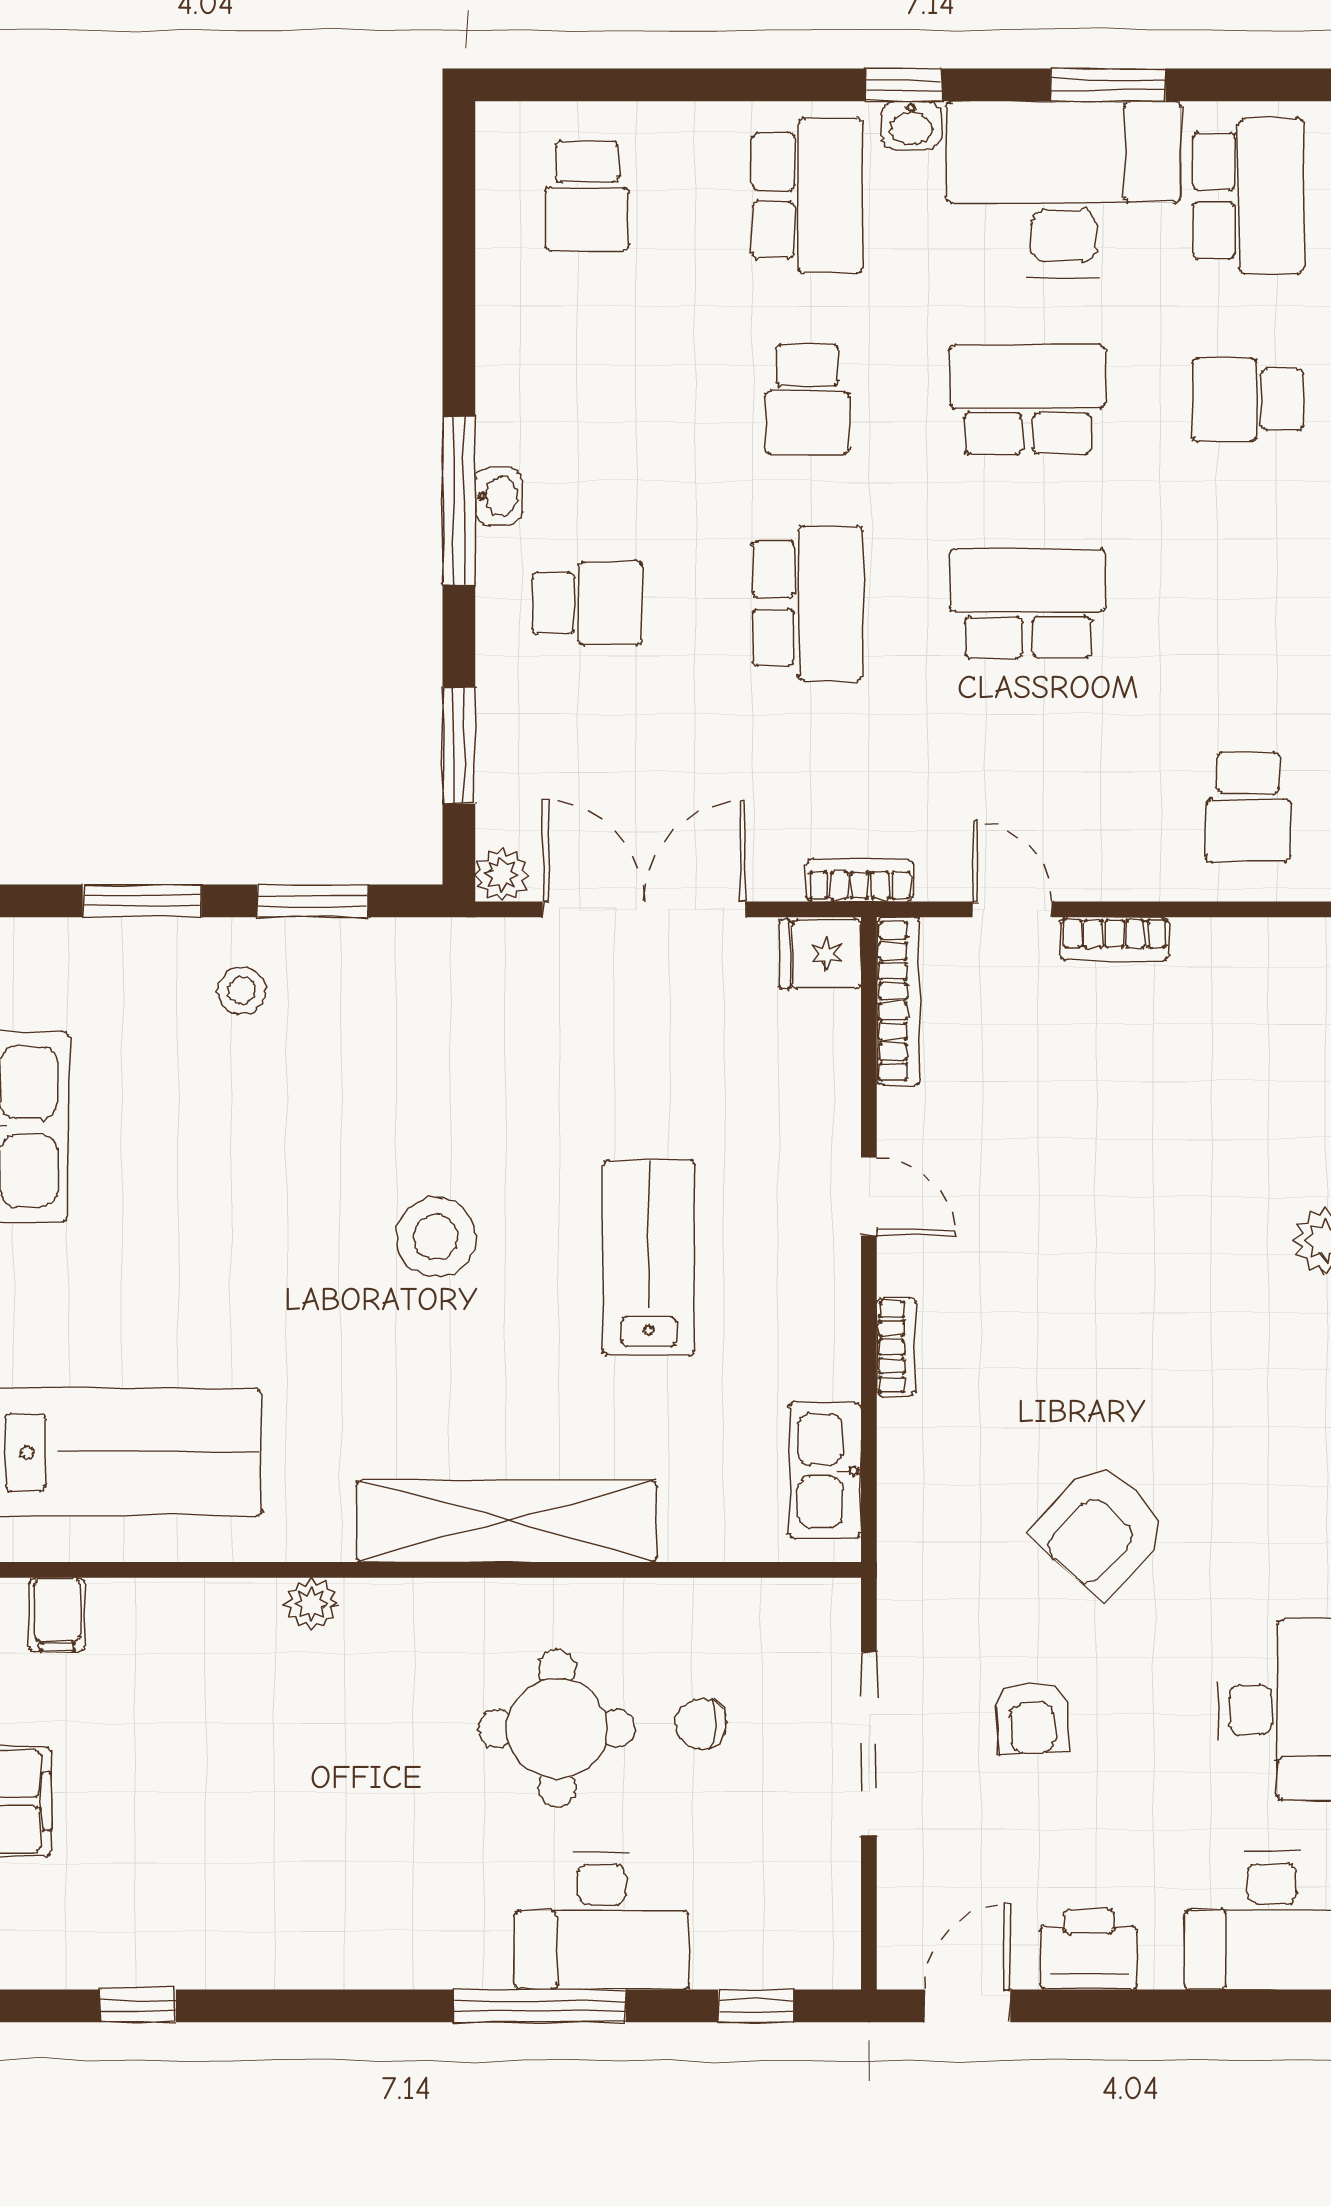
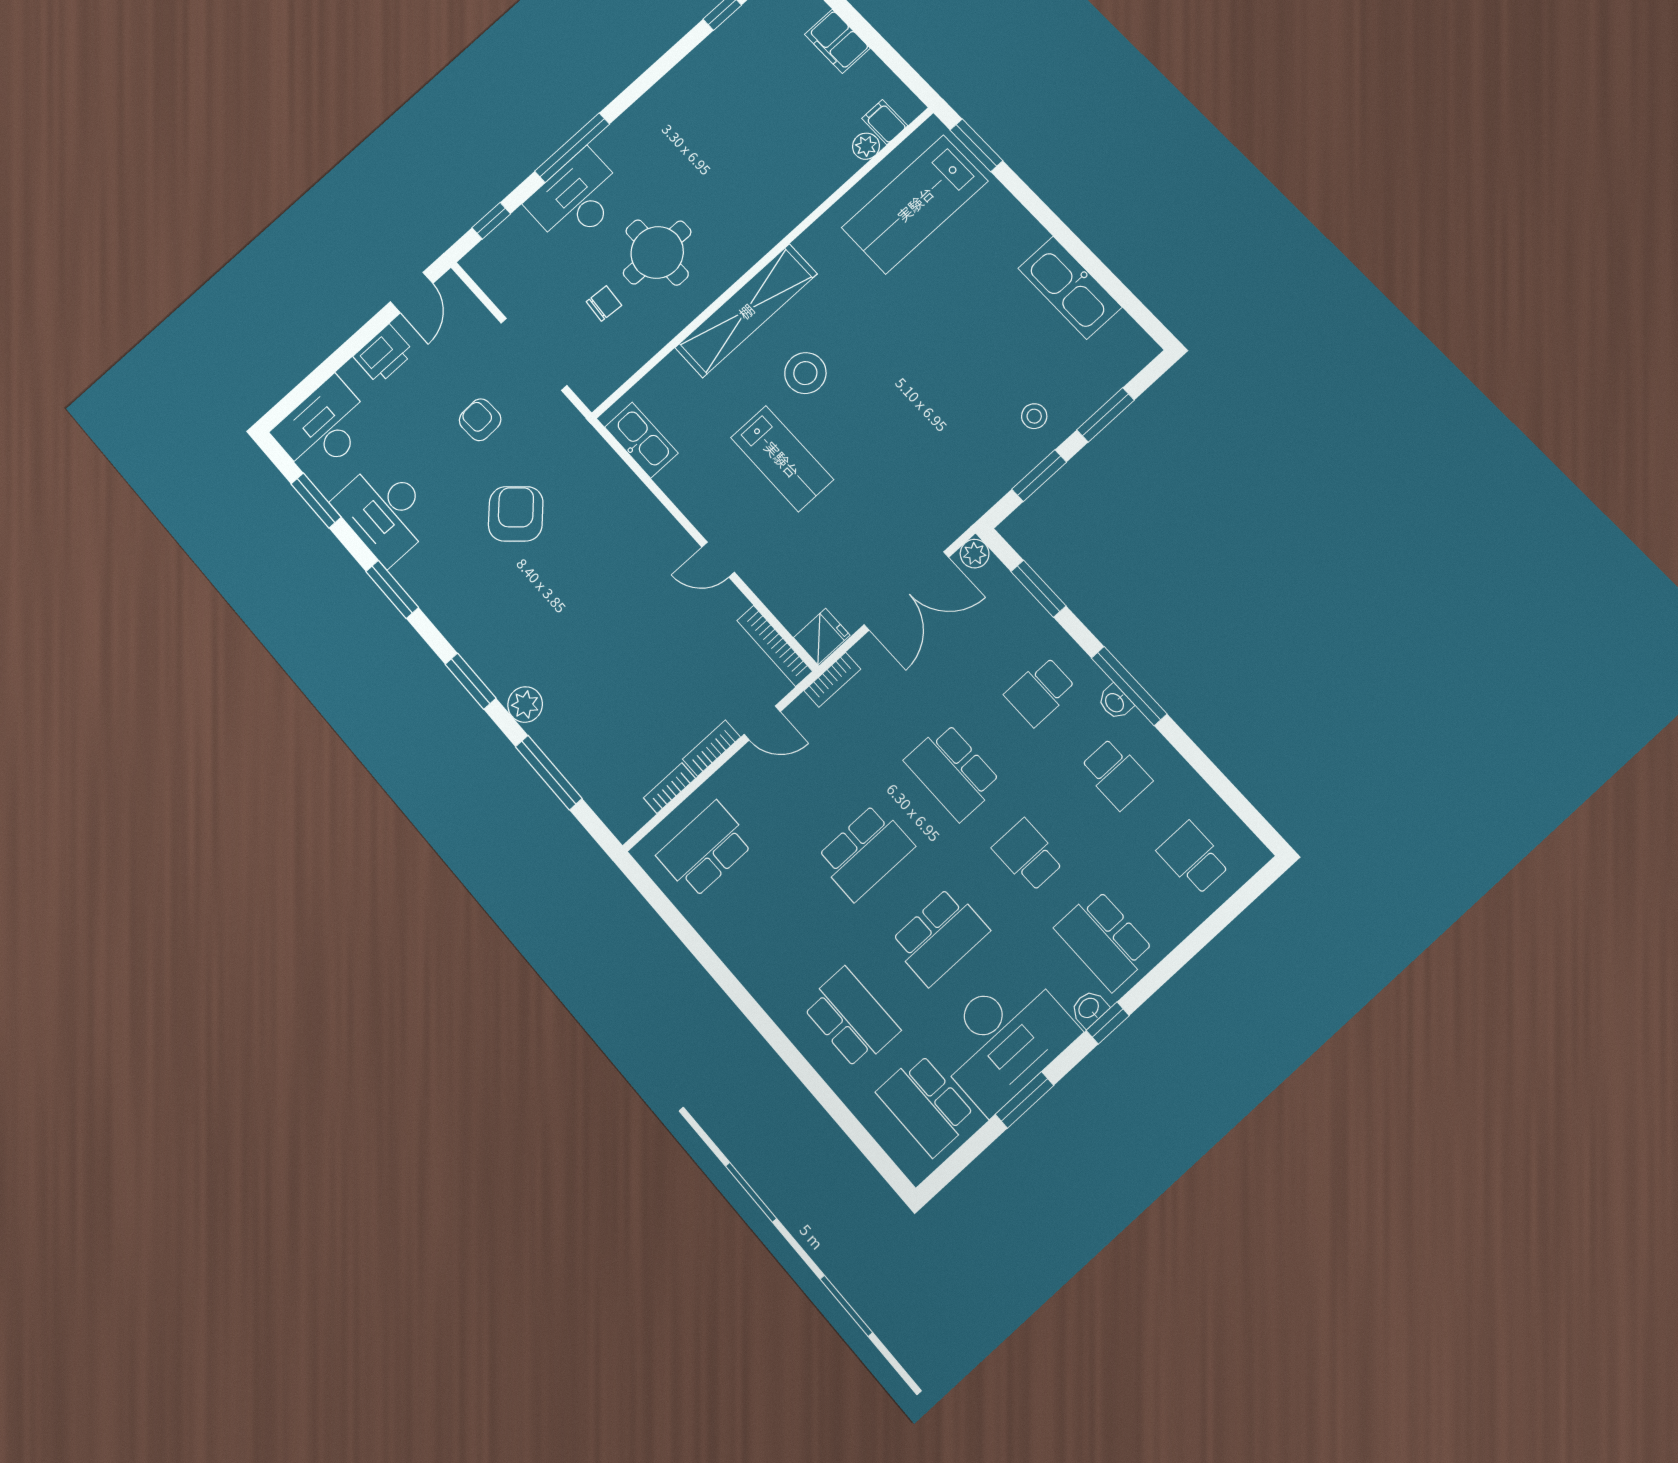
school desk: (587, 399) -> (1116, 774), added
school desk: (1248, 399) -> (851, 1018), width x1.85
school desk: (1248, 807) -> (705, 849), width x1.85
stool: (436, 1237) -> (805, 373), moved
bookcase: (896, 1347) -> (669, 788), moved, turned 90
plant: (311, 1604) -> (866, 146), moved

